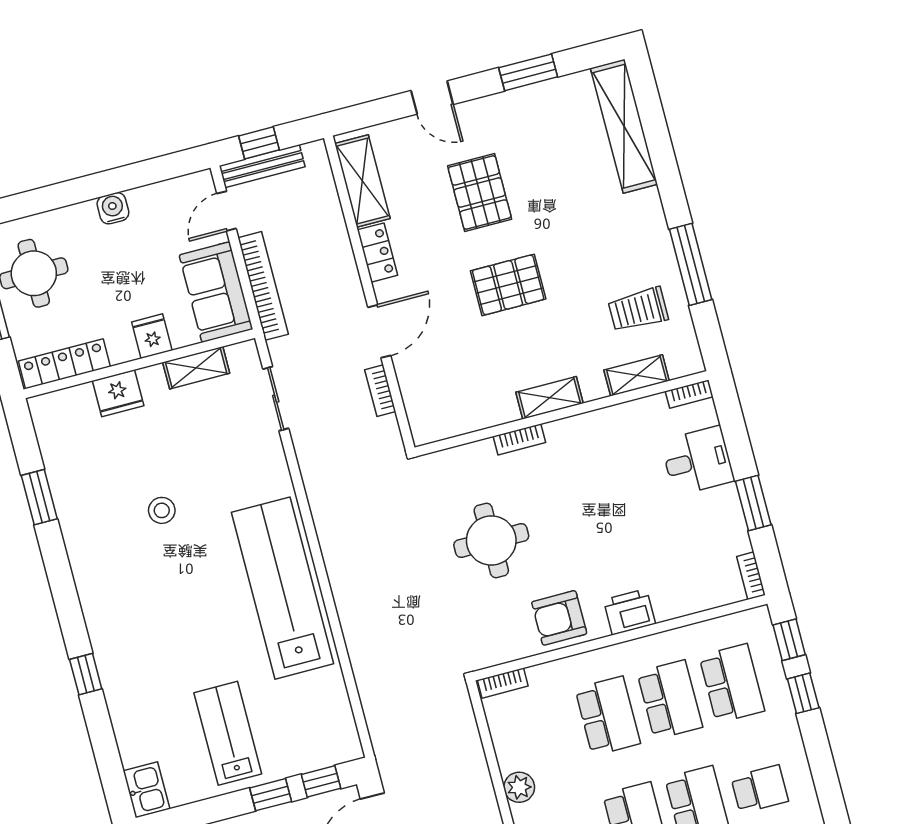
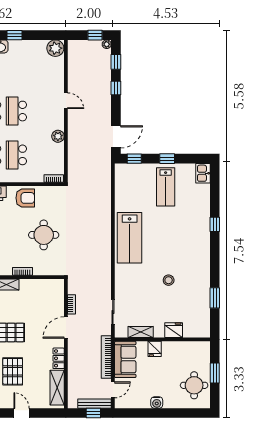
locker: (64, 364) -> (191, 347), removed
lab bench: (283, 588) -> (130, 238), width x0.73
window: (271, 795) -> (167, 159), moved

